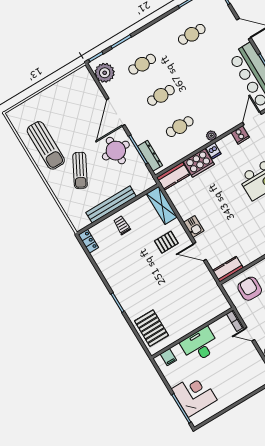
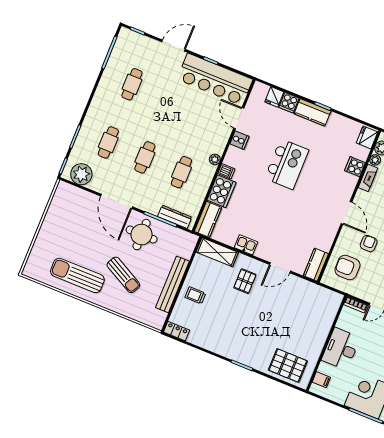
sun lounger: (46, 145) -> (77, 275), turned 180
kitchen sink: (194, 227) -> (246, 245), moved

